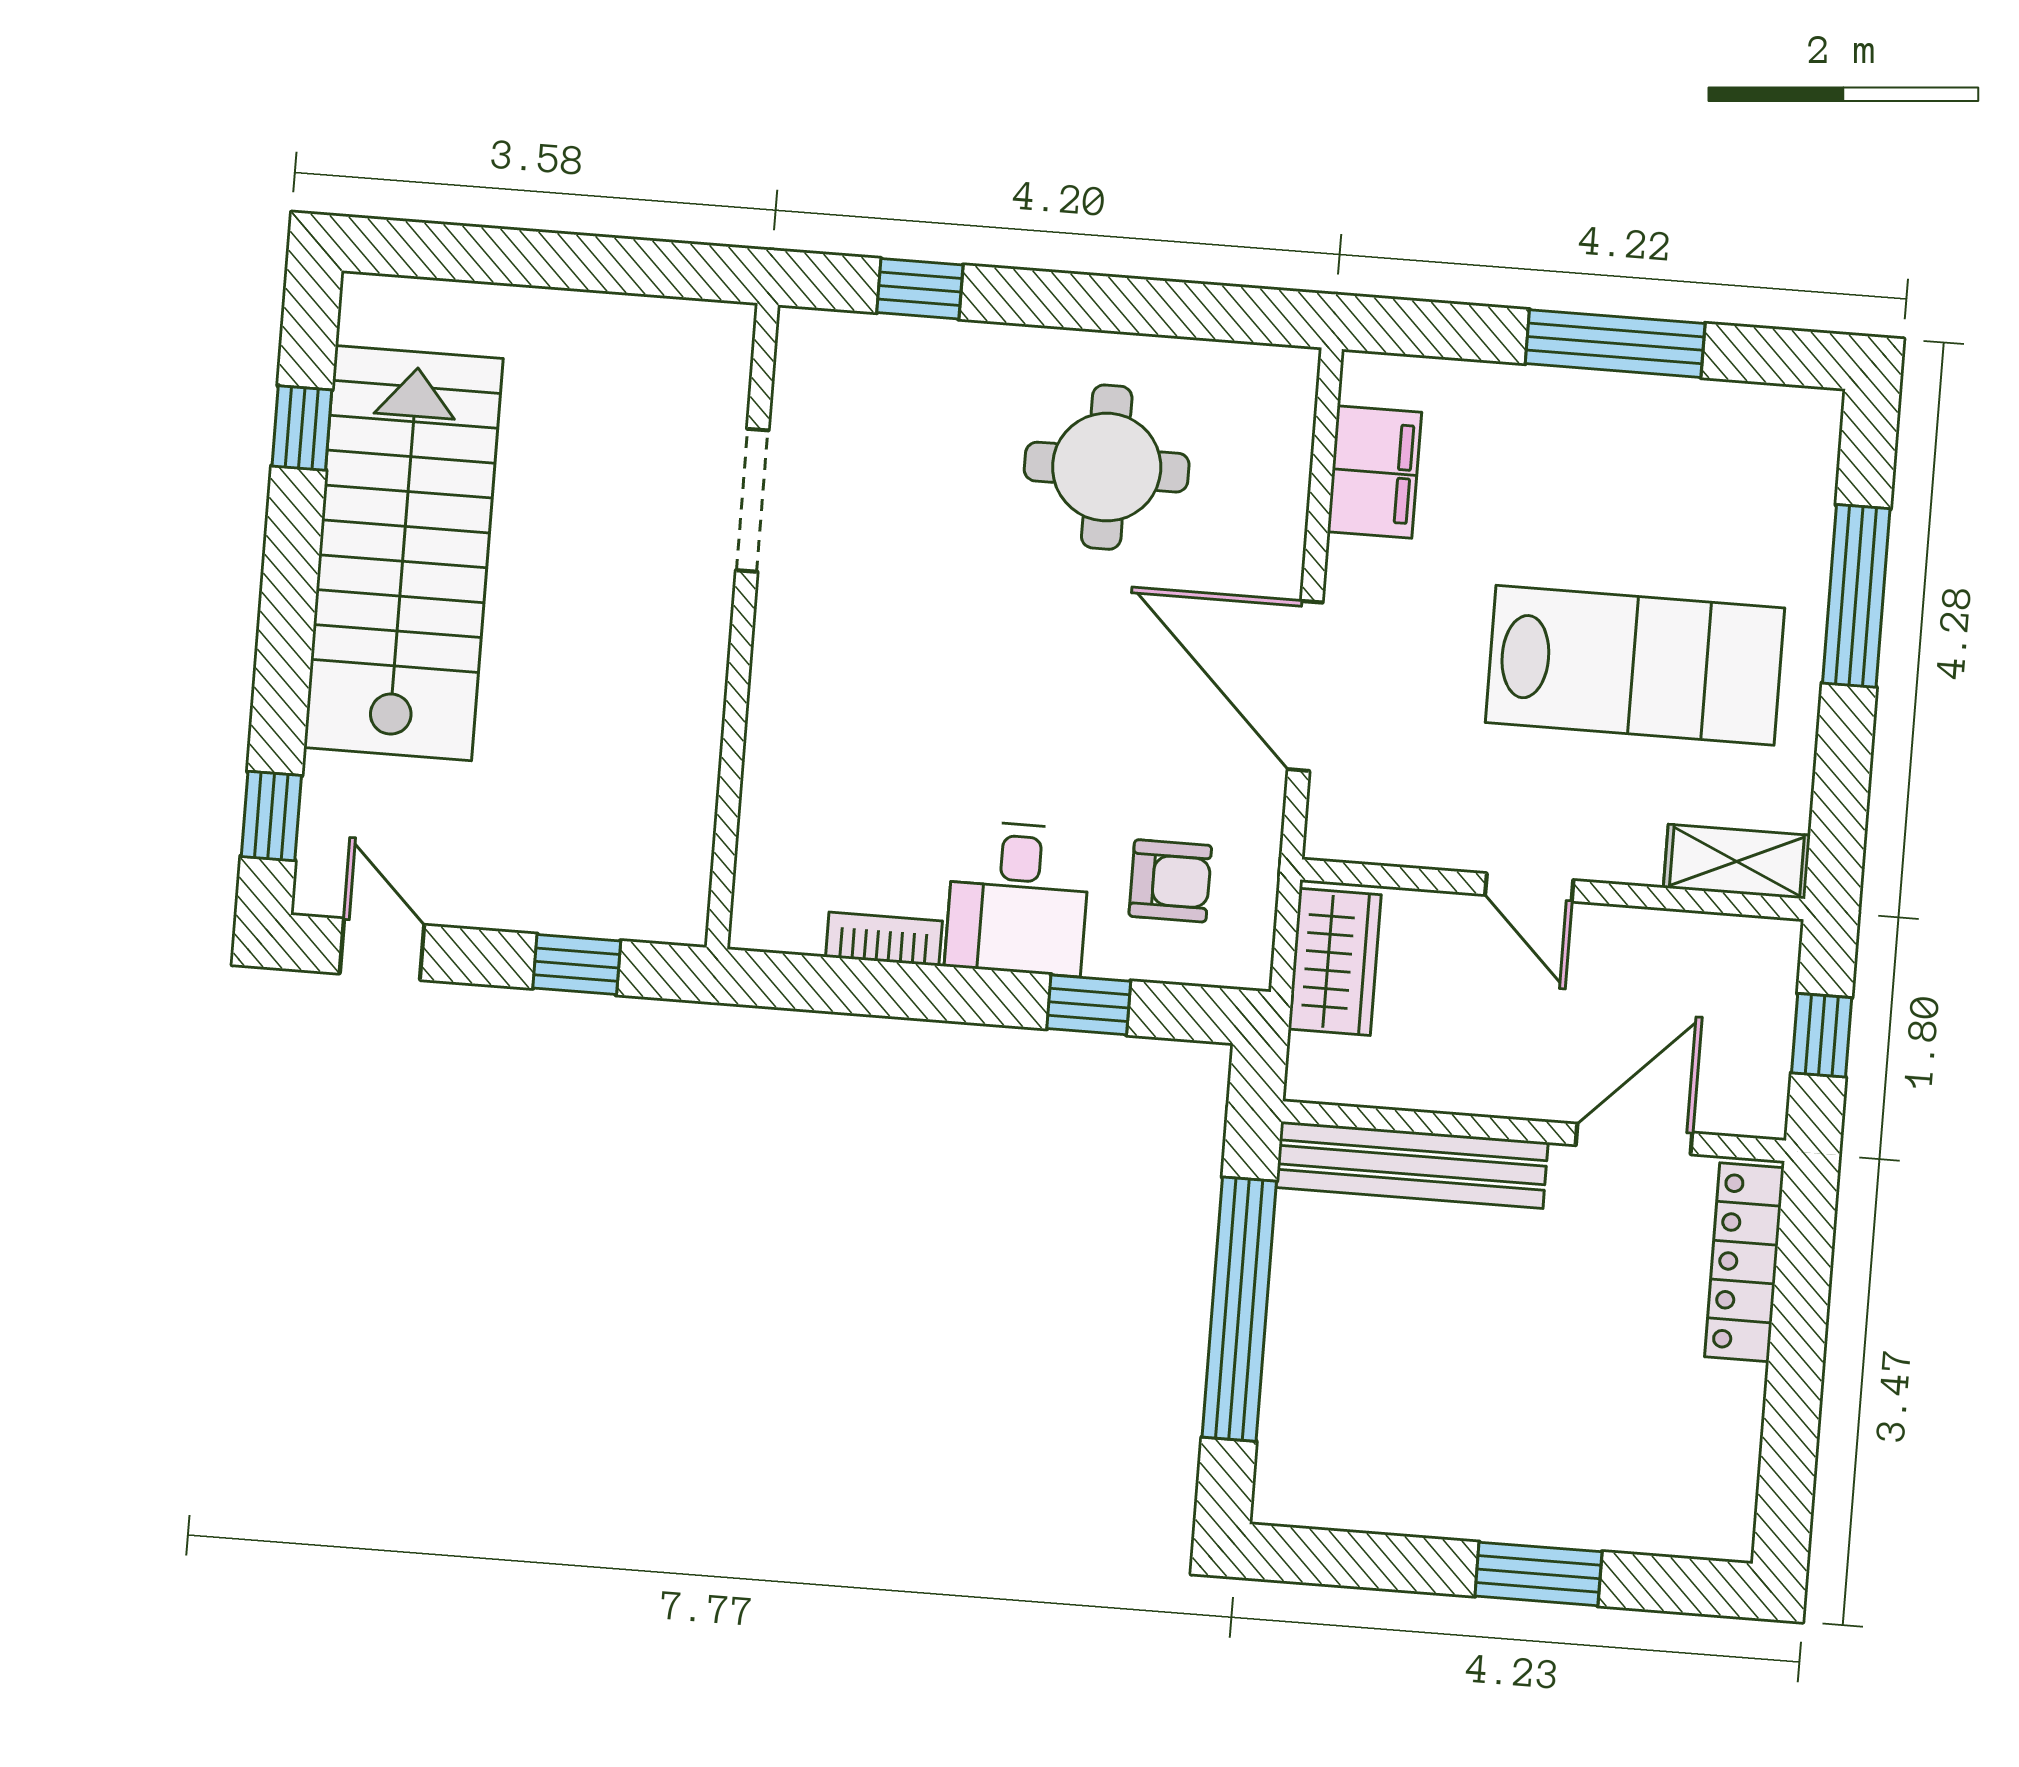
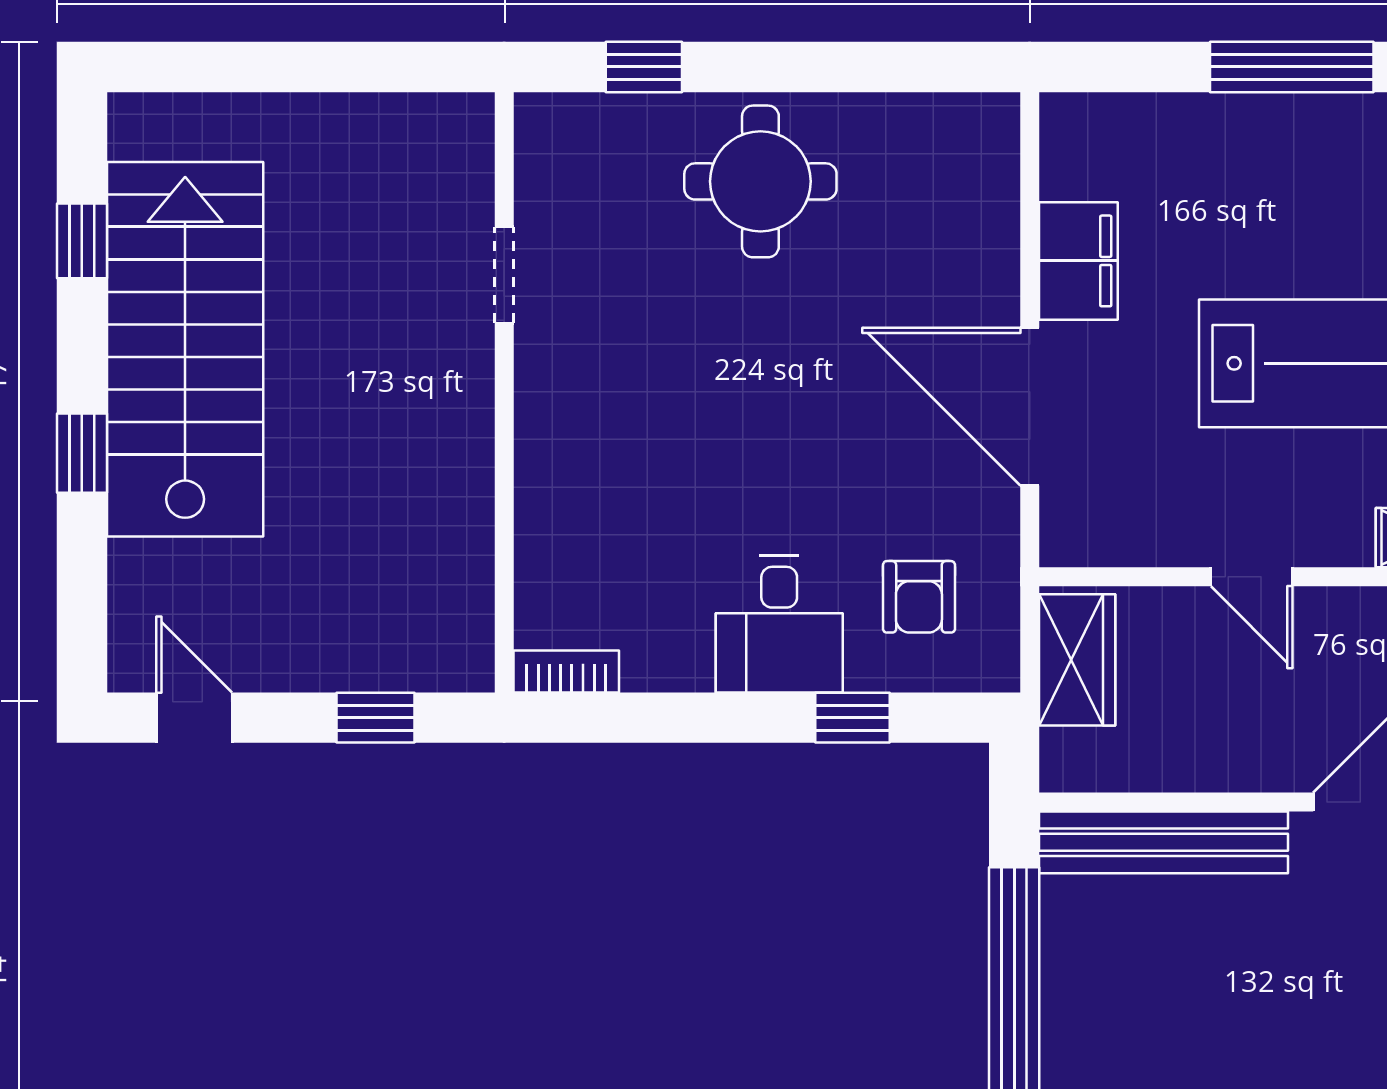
round table: (1107, 467) -> (760, 181), moved
filing cabinet: (1375, 472) -> (1078, 261), moved
doorway: (752, 500) -> (504, 275), width x0.73
window: (271, 816) -> (82, 453), moved
armchair: (1170, 881) -> (919, 597), turned 90
bookcase: (884, 939) -> (566, 671), moved

